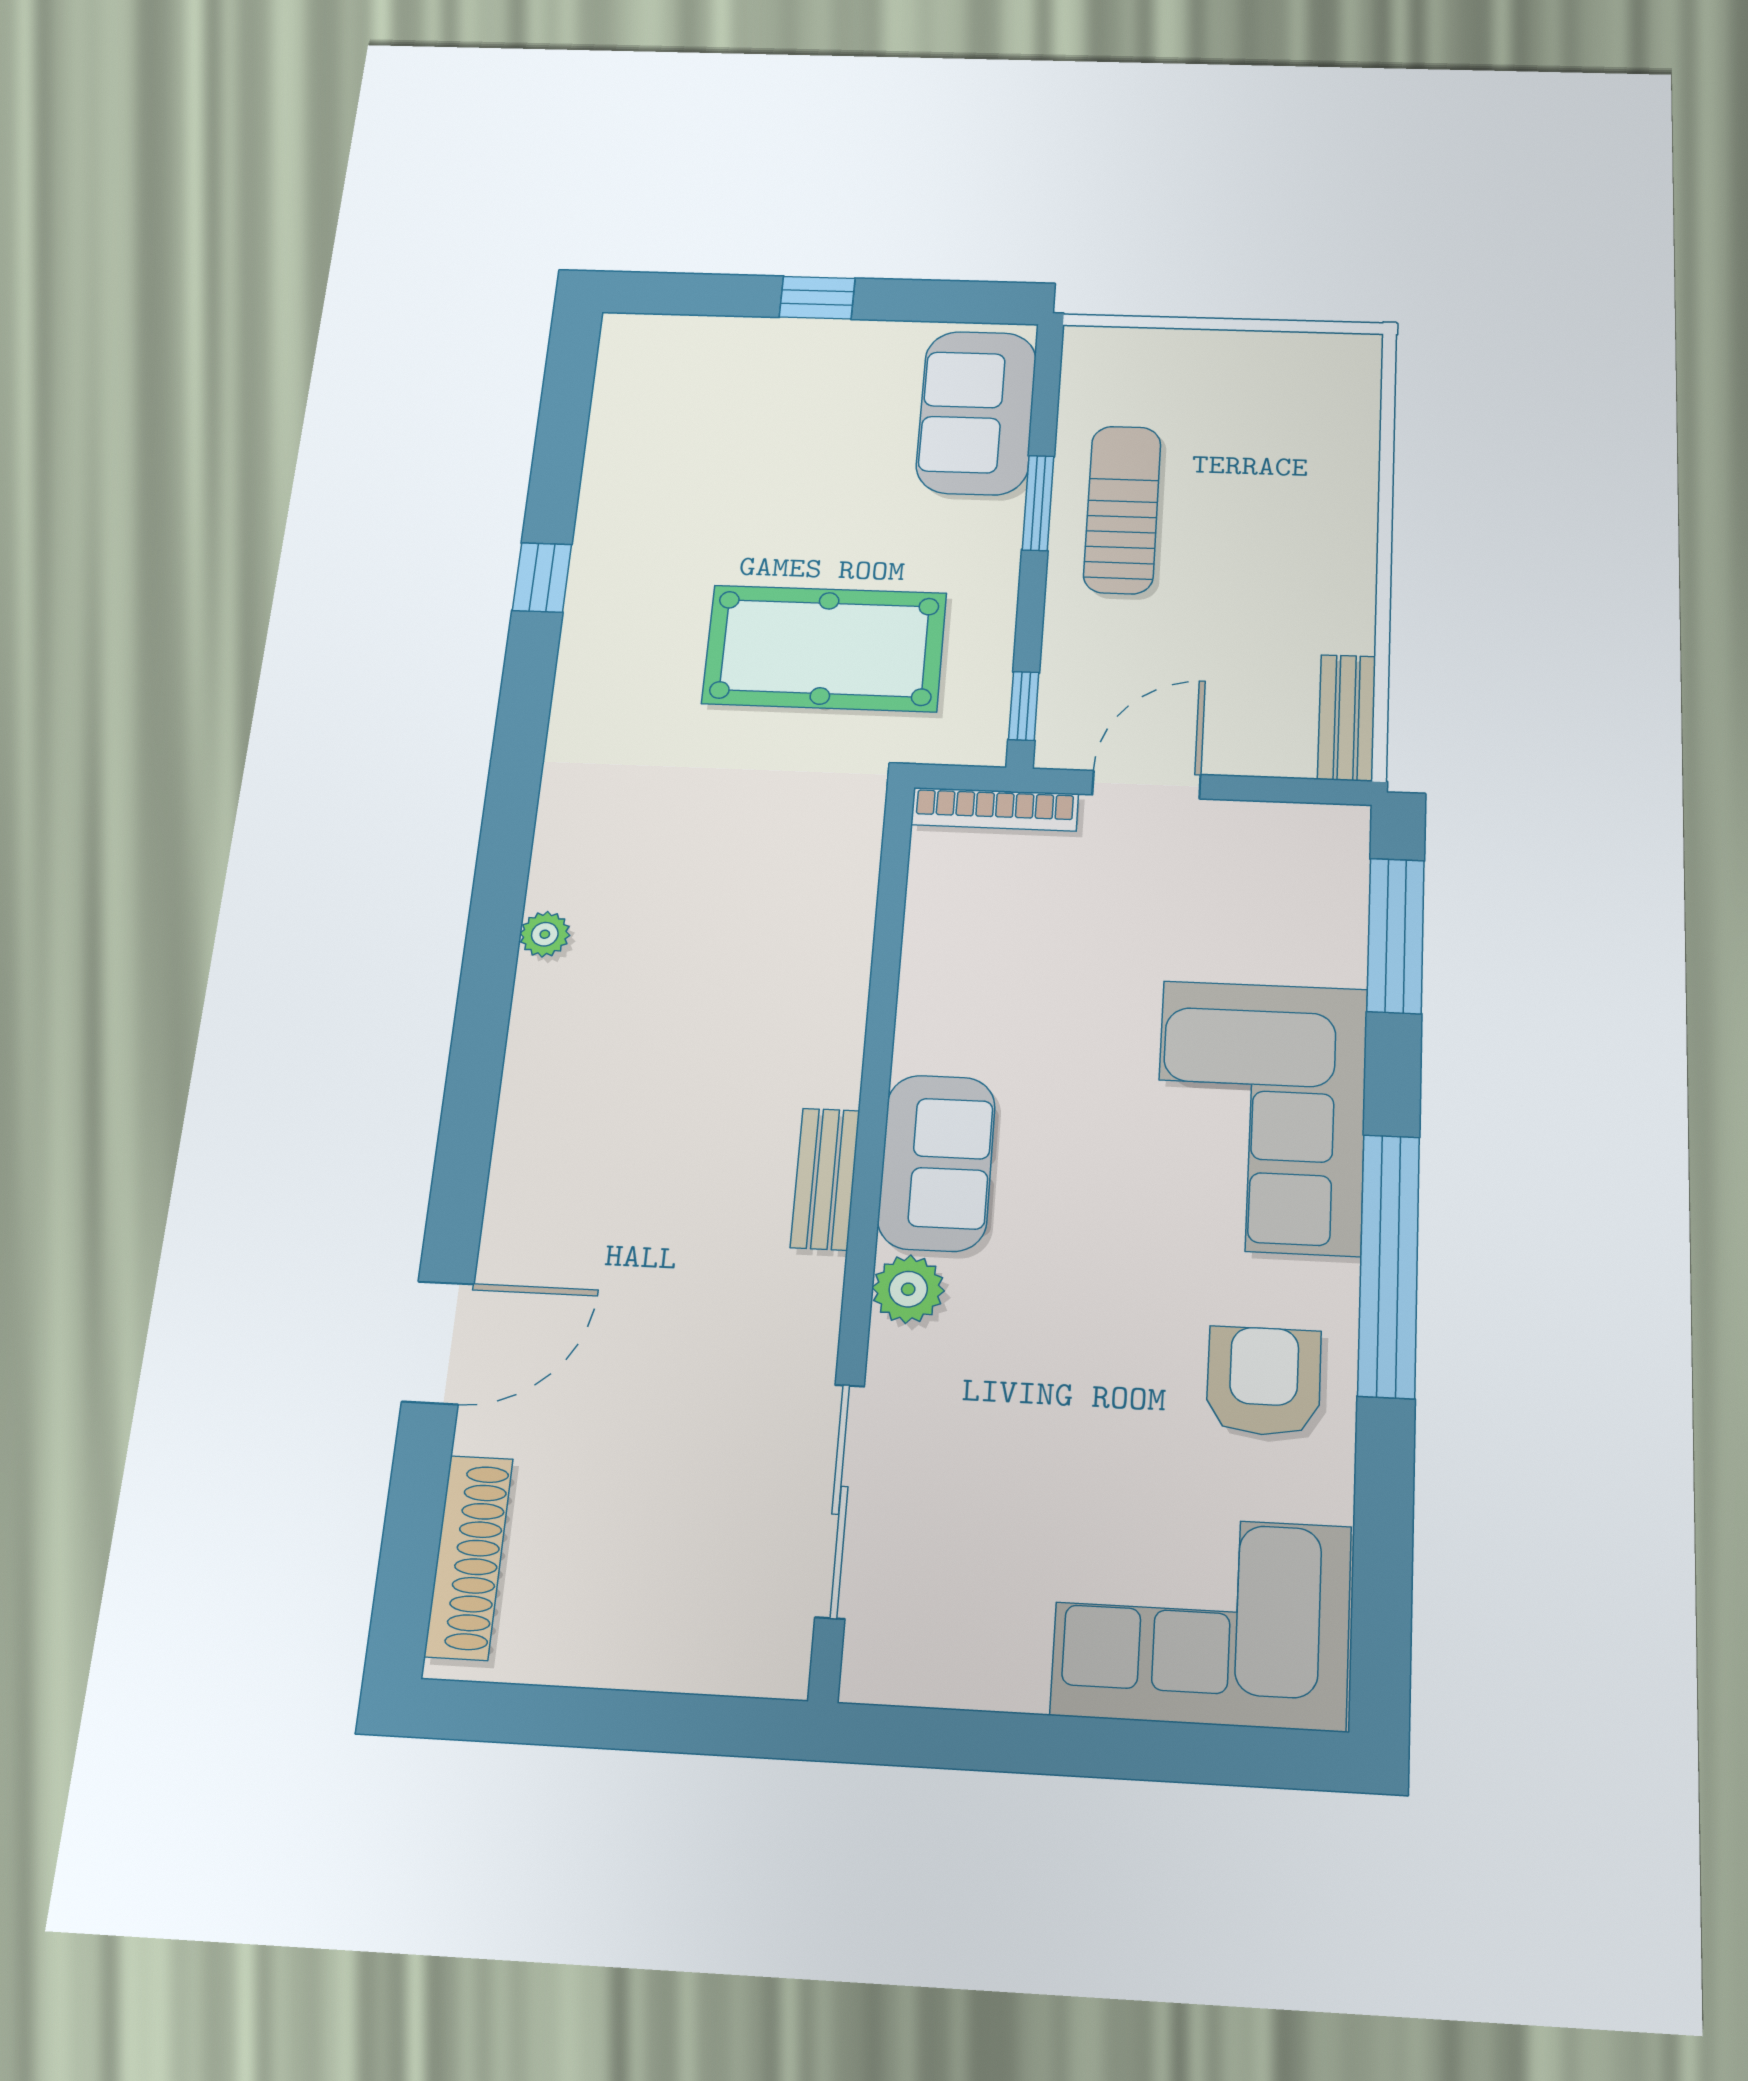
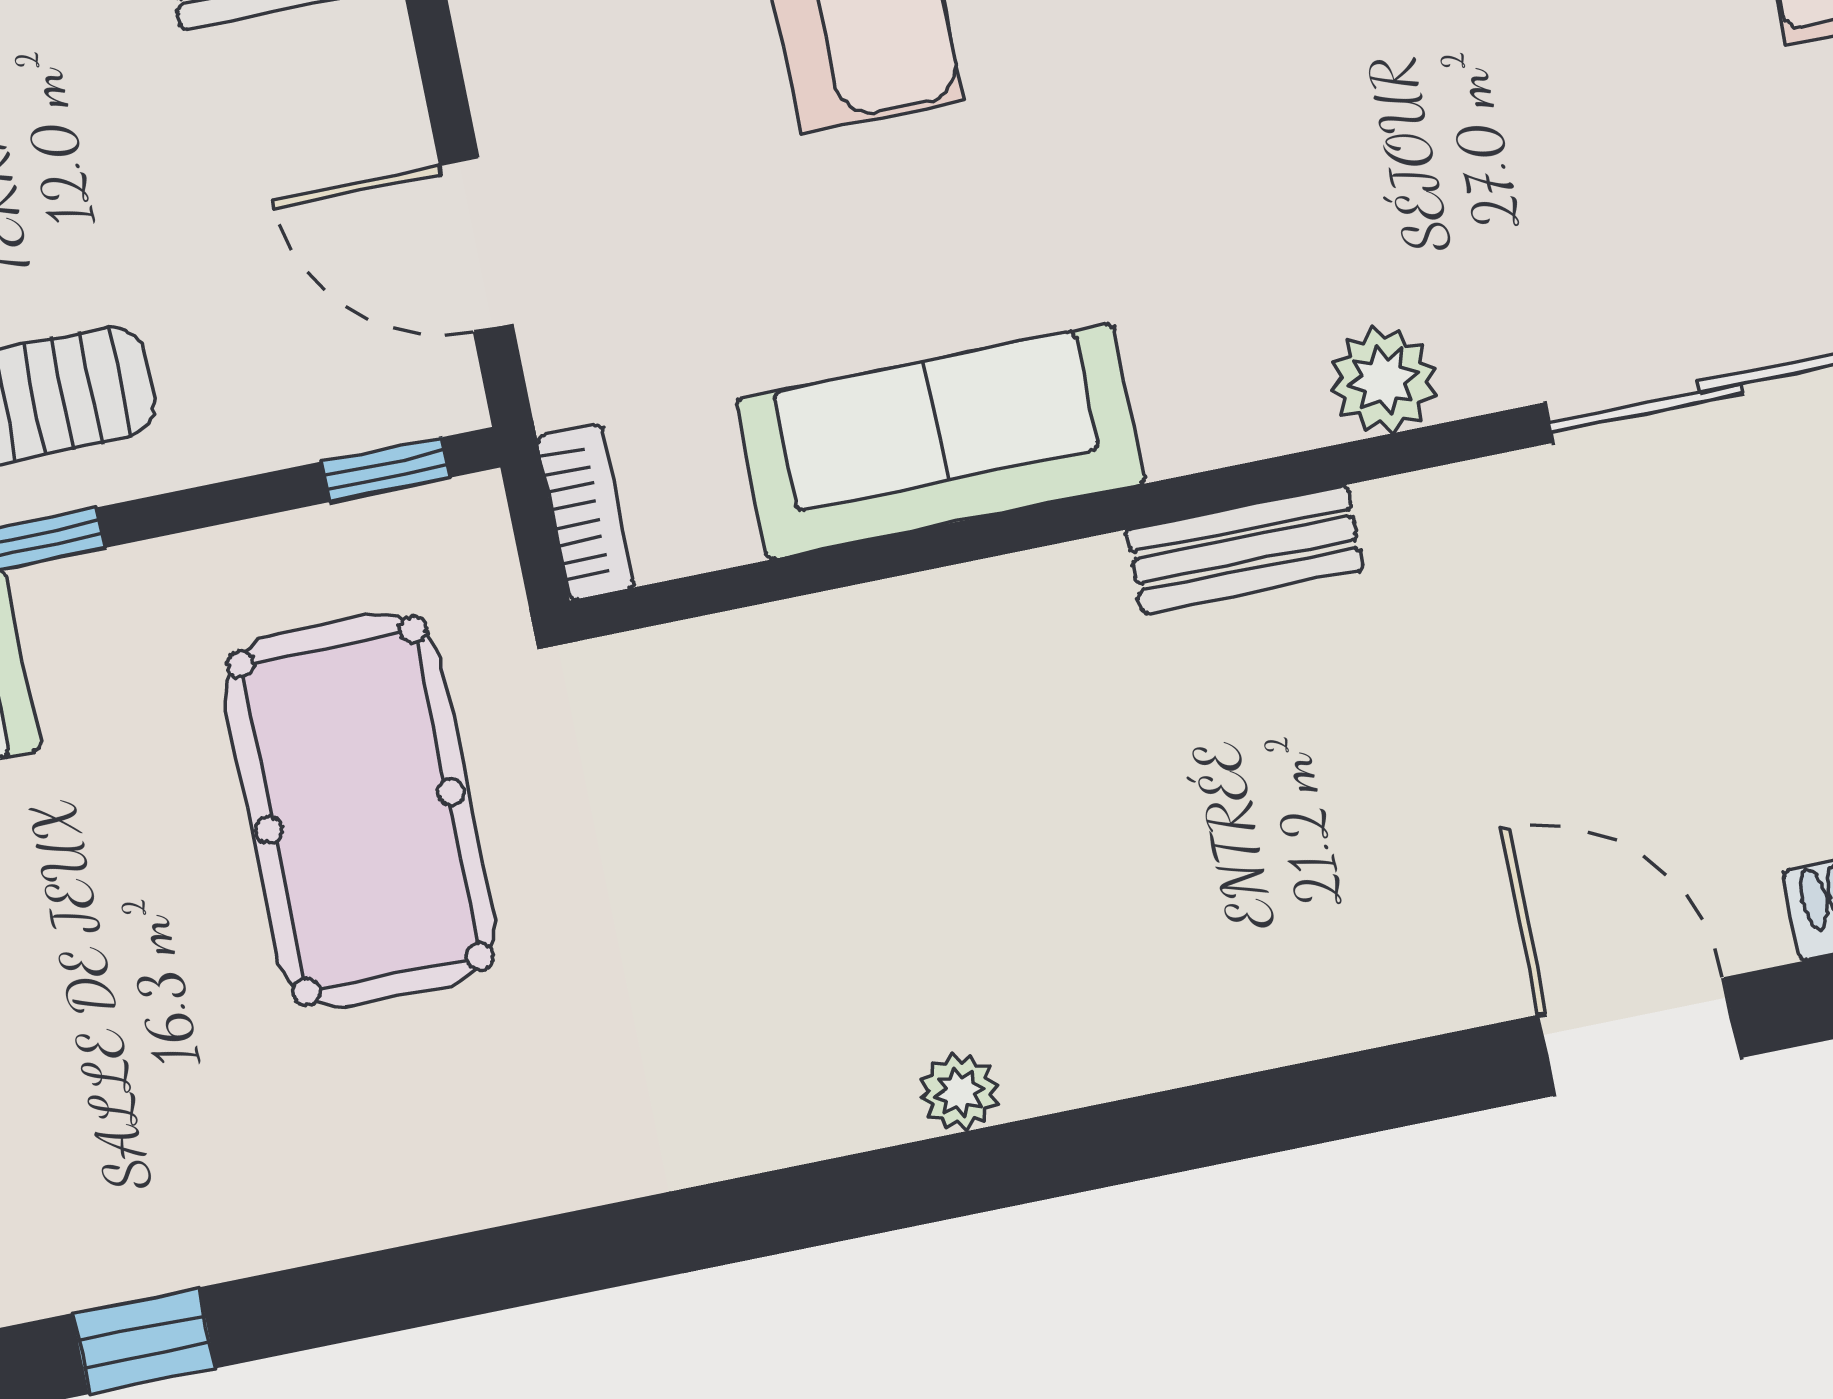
window: (542, 577) -> (144, 1341), moved
bookcase: (995, 809) -> (586, 512), width x0.64
sofa: (937, 1163) -> (940, 442), moved, width x1.36

